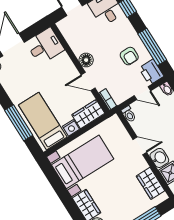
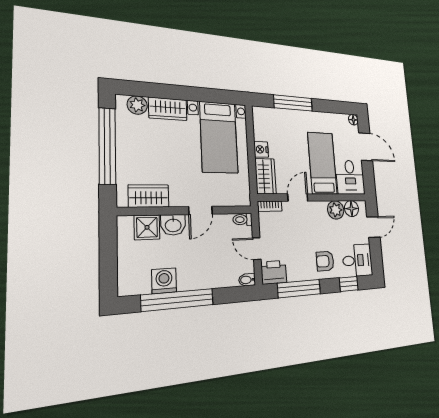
plant: (78, 46) -> (336, 210), added
armchair: (129, 56) -> (325, 261), moved
floor lamp: (86, 60) -> (351, 209), moved
door: (142, 93) -> (257, 249), hinge flipped
bed: (43, 121) -> (322, 163), moved, turned -90

